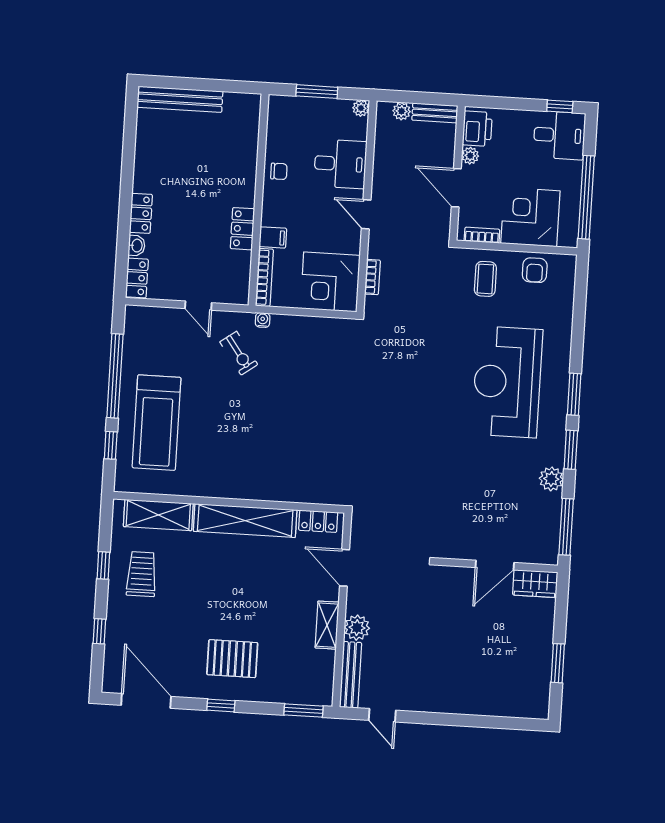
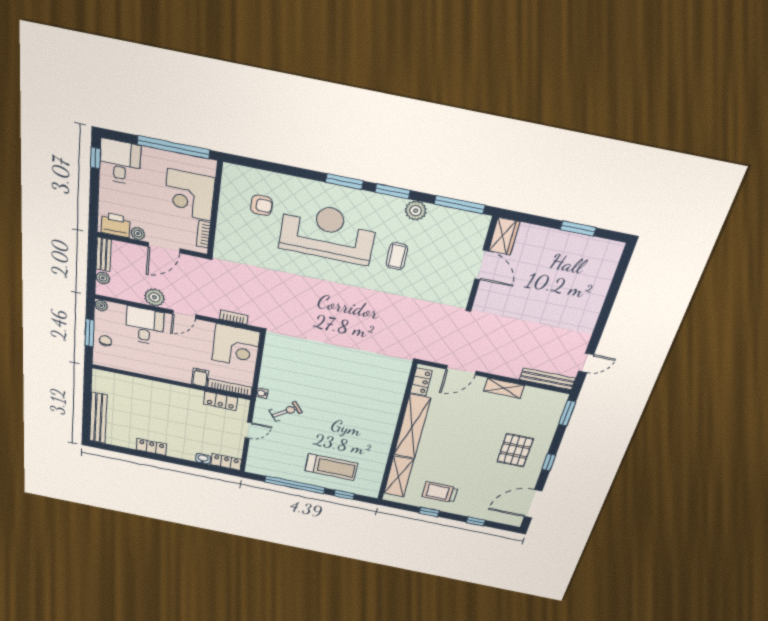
chair: (279, 171) -> (106, 341), moved
locker: (141, 213) -> (151, 447), moved
locker: (242, 229) -> (221, 401), moved
armchair: (535, 270) -> (262, 205), moved
coffee table: (485, 279) -> (397, 256), moved, turned 90
reception desk: (507, 382) -> (328, 233), turned 180
treadmill: (157, 423) -> (331, 467), width x0.73, depth x0.73
plant: (357, 628) -> (154, 297), moved

